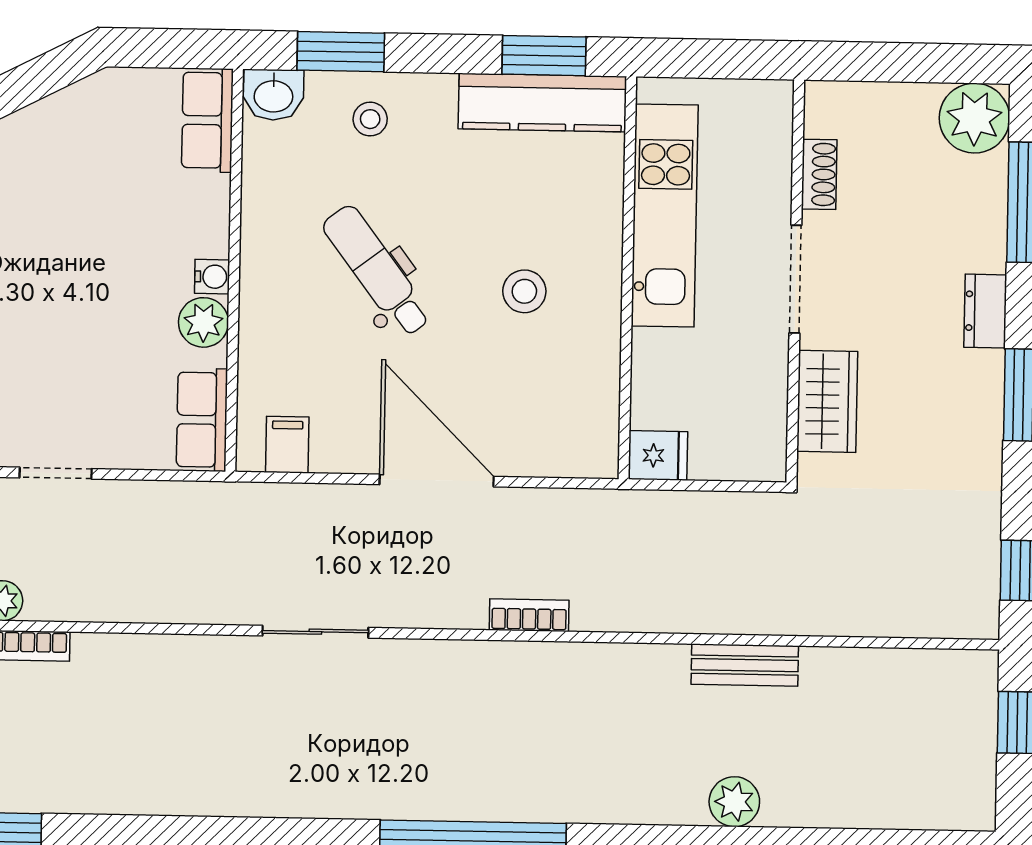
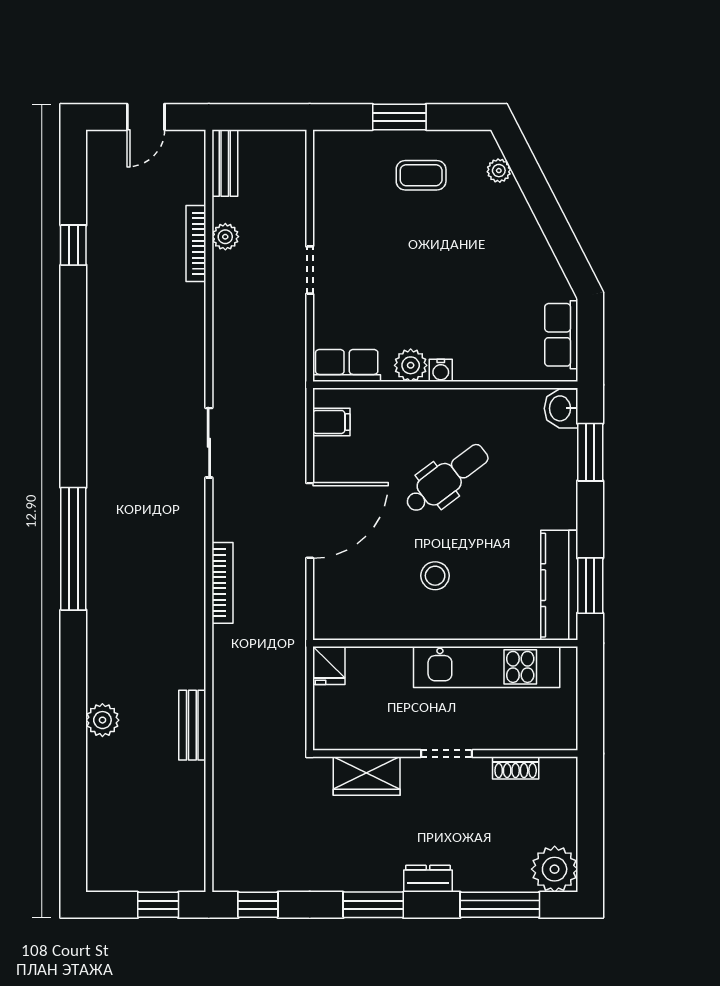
stool: (370, 119) -> (546, 472), removed
row of seats: (207, 120) -> (561, 335), moved, turned -90
doorway: (795, 279) -> (446, 754), width x0.73
bookcase: (529, 615) -> (222, 583), width x1.56

